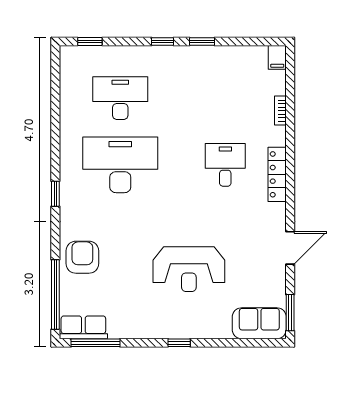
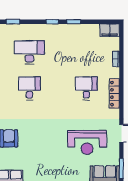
filing cabinet: (277, 57) -> (110, 30), width x2.00
desk: (120, 165) -> (29, 88), width x0.53, depth x0.77
reception desk: (189, 269) -> (87, 142), moved

